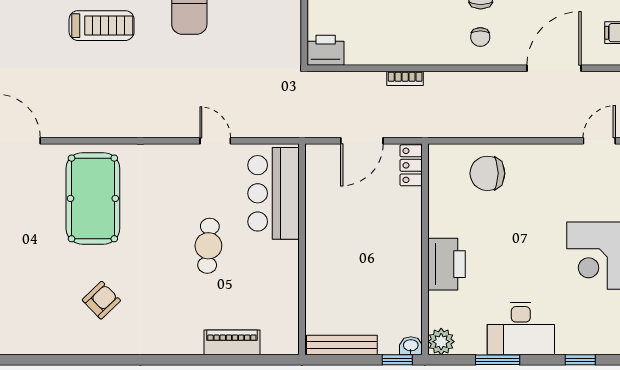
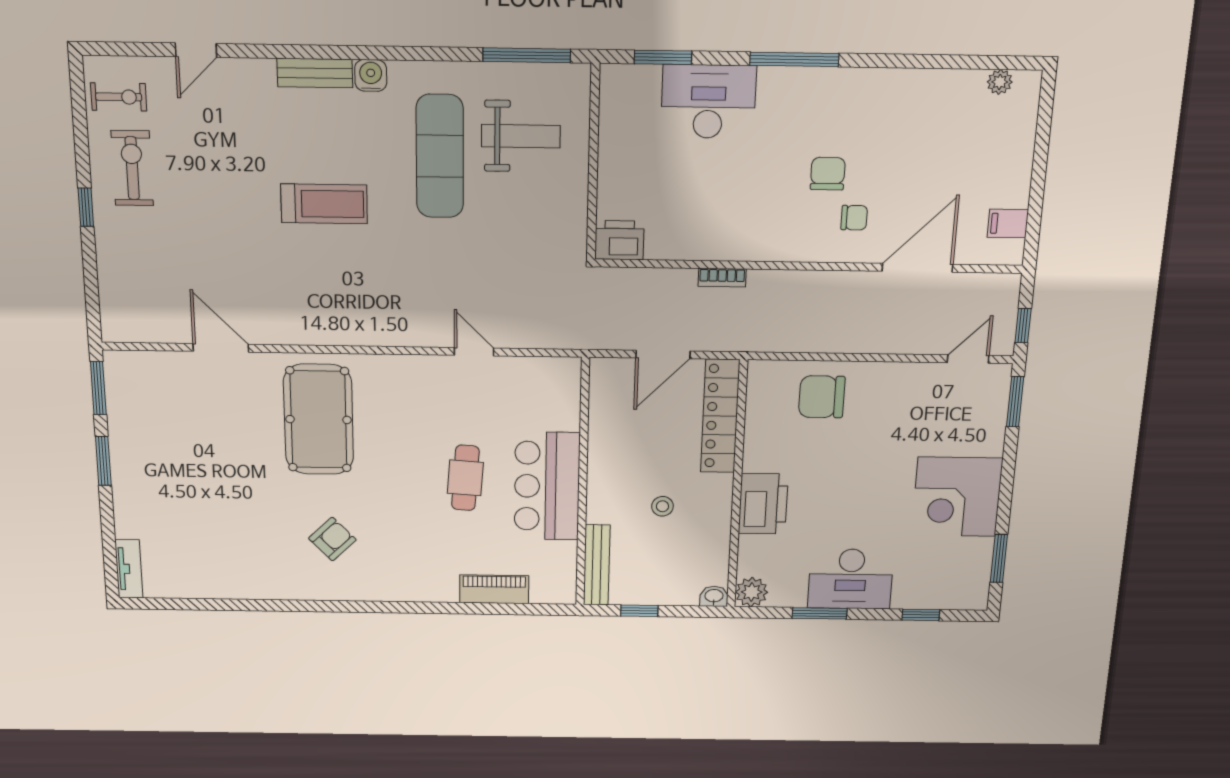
chair: (480, 37) -> (854, 218), moved, turned -90
locker: (411, 165) -> (720, 416), width x2.16, depth x1.21
bar counter: (273, 193) -> (547, 486), moved
stool: (366, 268) -> (662, 506), added
bench: (342, 345) -> (597, 565), moved, turned 90
window: (397, 360) -> (639, 611), moved

